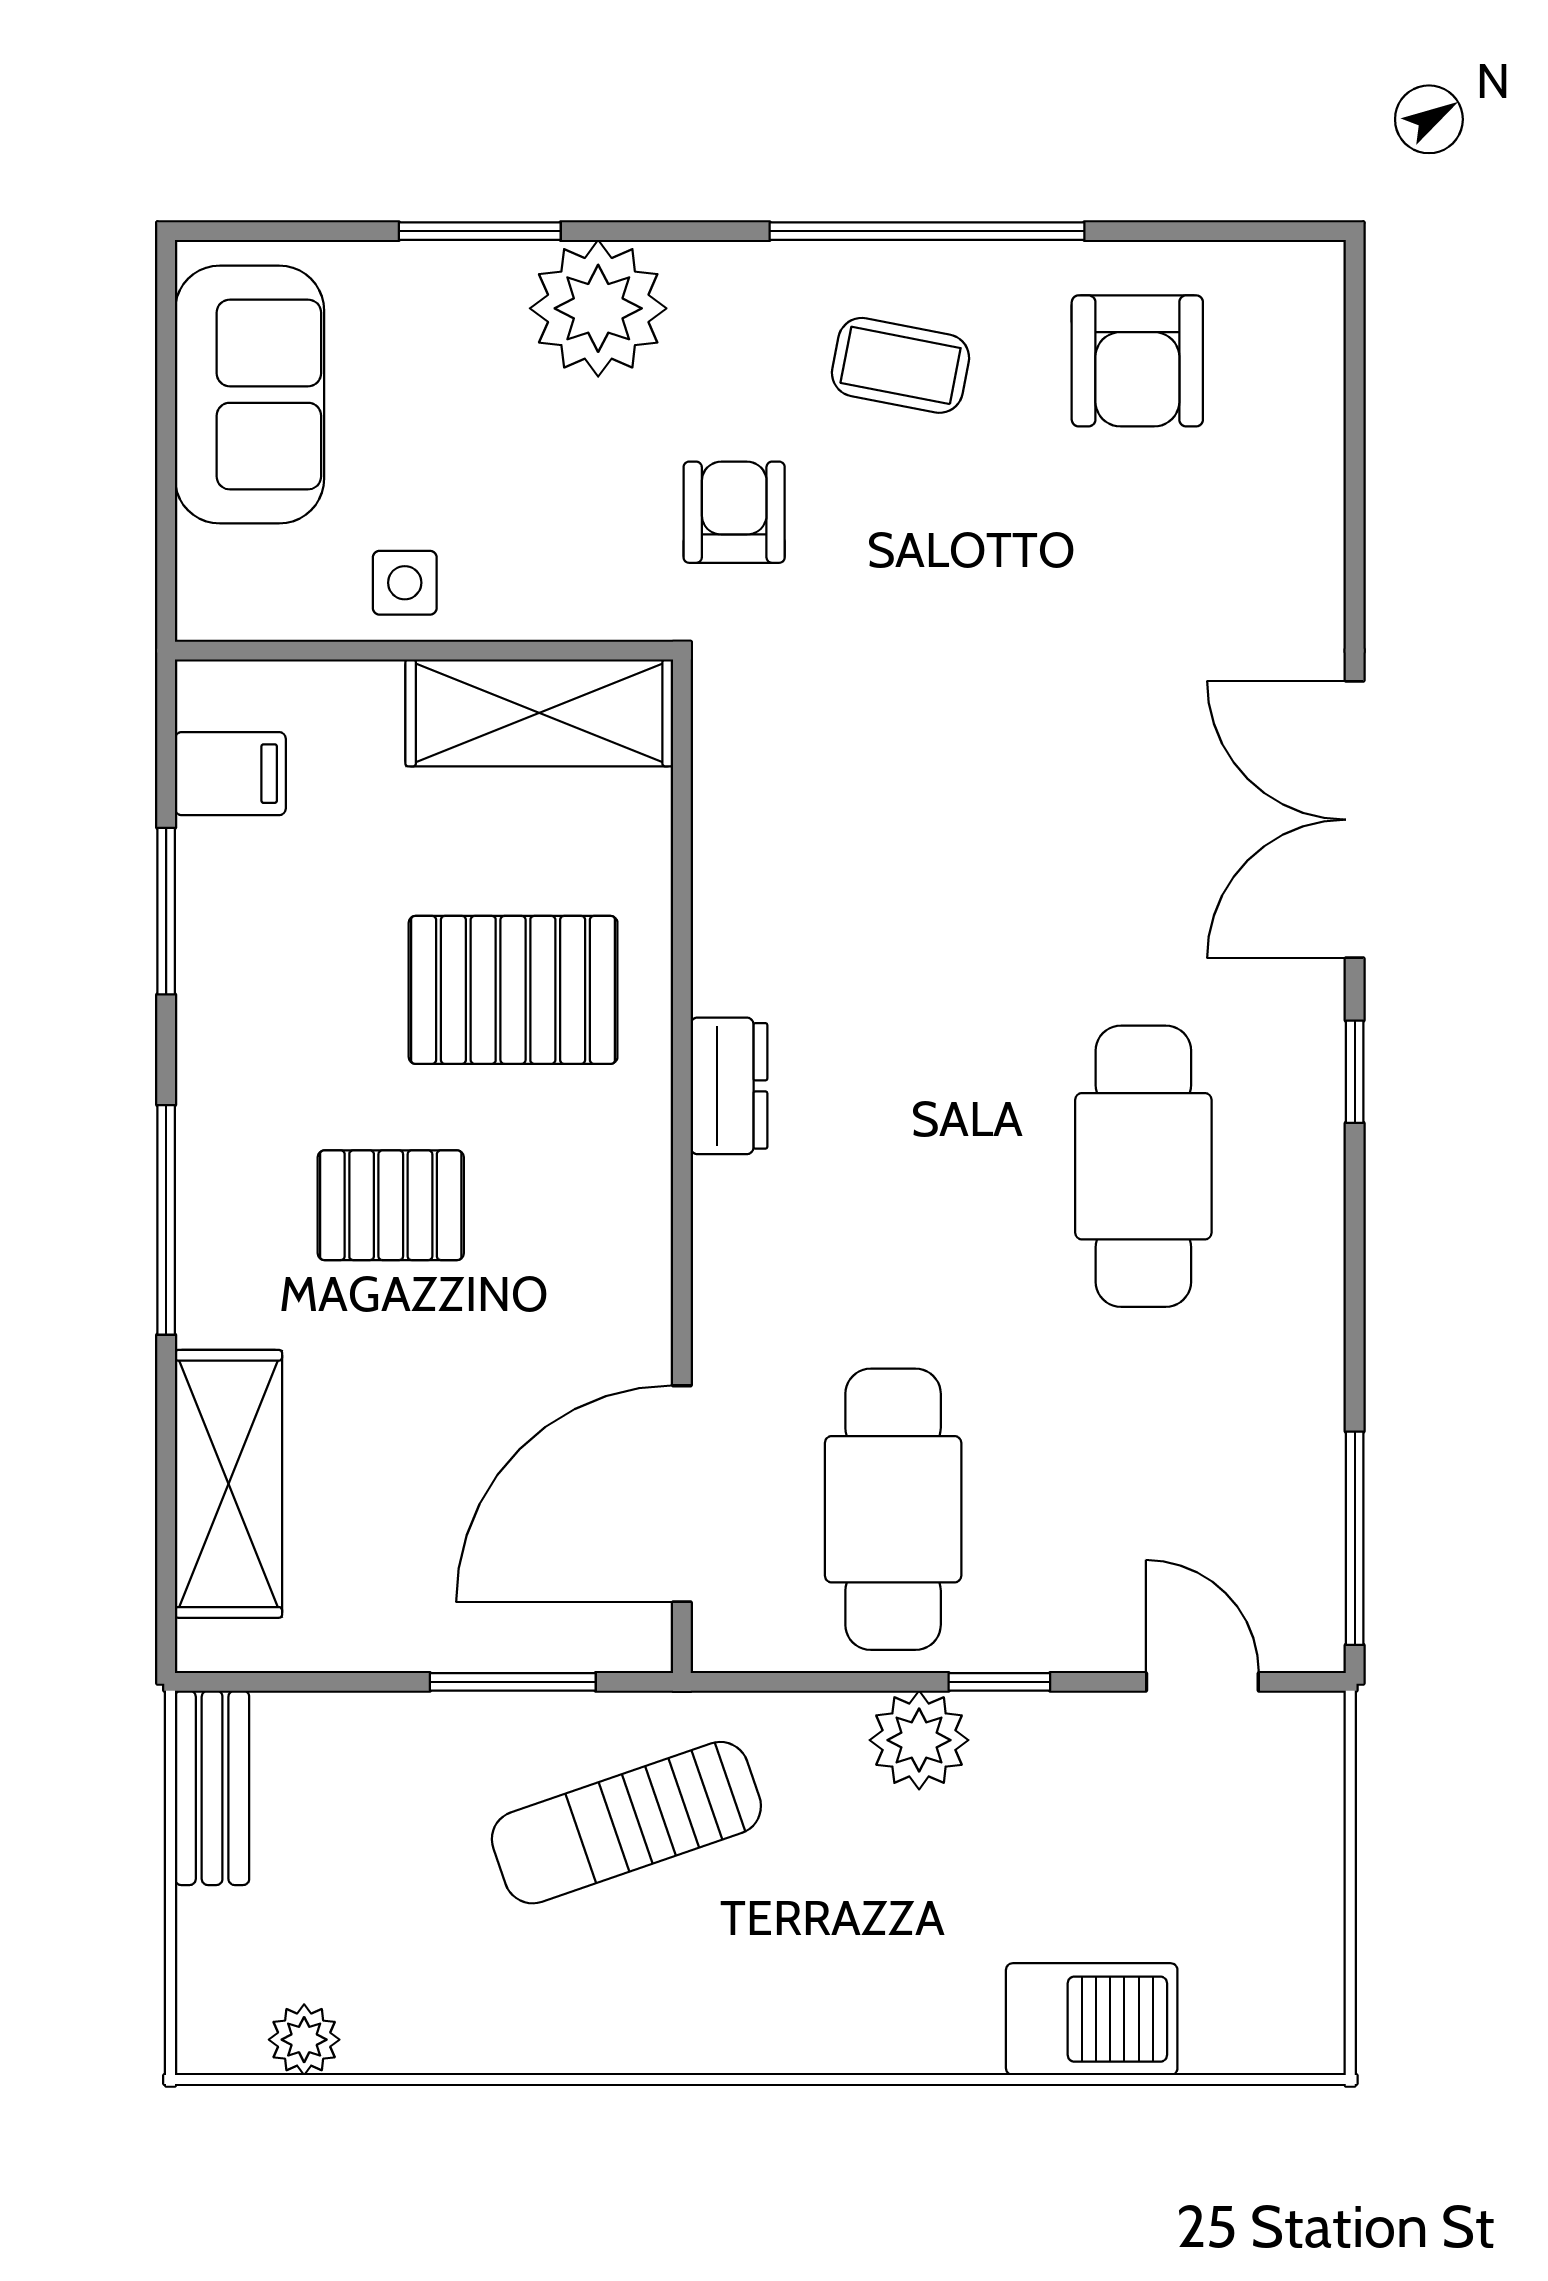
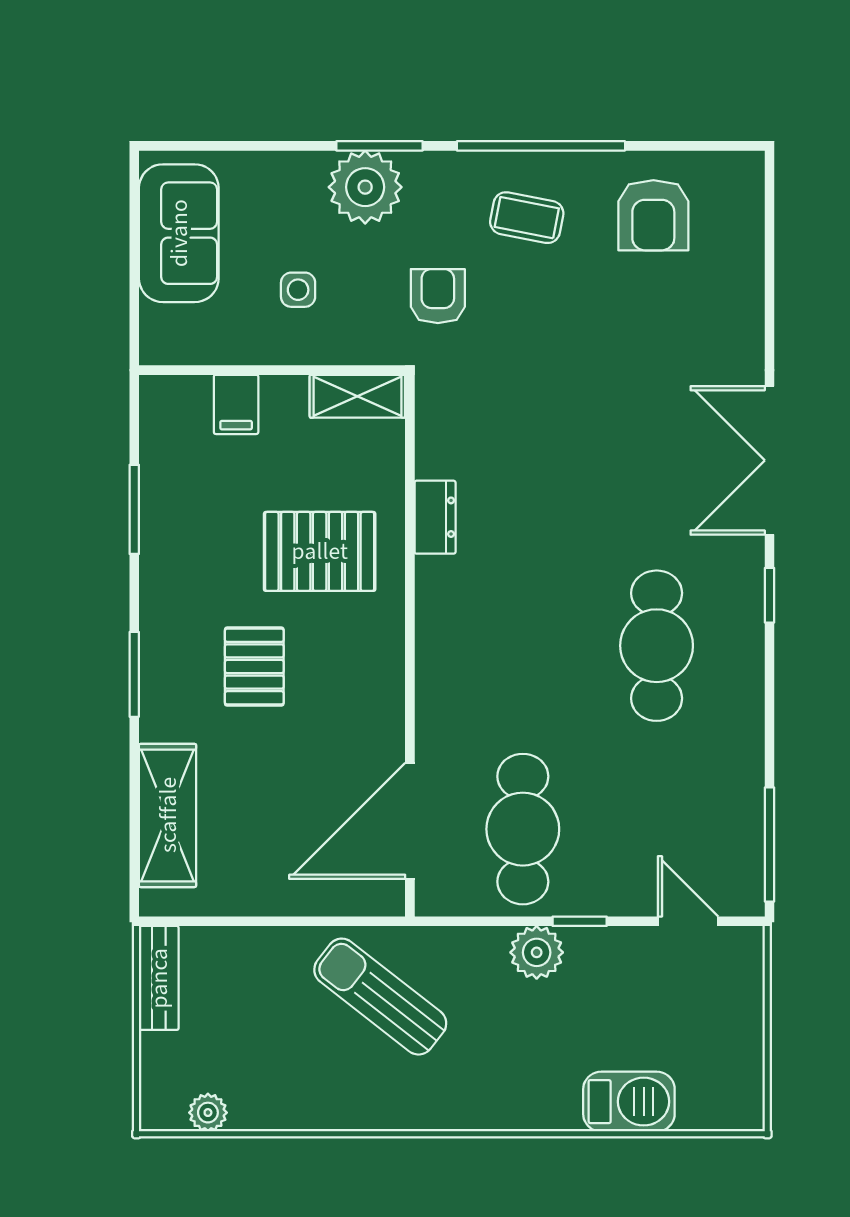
window: (480, 231) -> (379, 146), moved
side table: (405, 583) -> (298, 290), moved
shelving: (539, 713) -> (357, 396), width x0.67, depth x0.75
filing cabinet: (230, 774) -> (236, 404), moved, turned 90
dresser: (729, 1086) -> (435, 517), moved
pallet: (391, 1205) -> (254, 667), turned 90
window: (166, 1220) -> (134, 674), width x0.69
window: (513, 1682) -> (319, 921), removed
sun lounger: (626, 1823) -> (380, 997), turned 57

